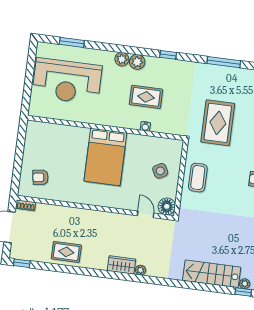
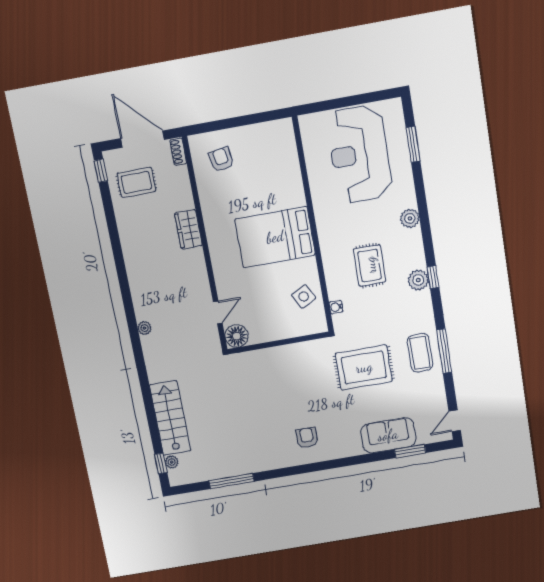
plant: (137, 62) -> (418, 280), moved
water cooler: (145, 126) -> (336, 307), moved
side table: (160, 171) -> (304, 296), moved
coffee table: (198, 178) -> (420, 353), moved, turned 90
rug: (66, 252) -> (136, 182), moved, turned 90
wardrobe: (121, 265) -> (188, 229), moved, turned 180

